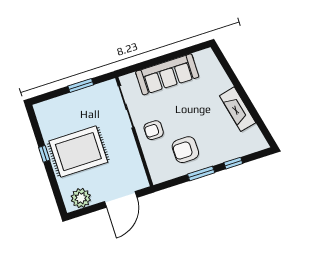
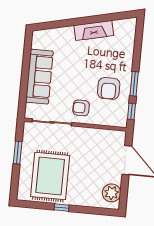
armchair: (154, 130) -> (81, 108), turned 90
rug: (78, 152) -> (50, 176), moved
window: (233, 163) -> (132, 111), moved

